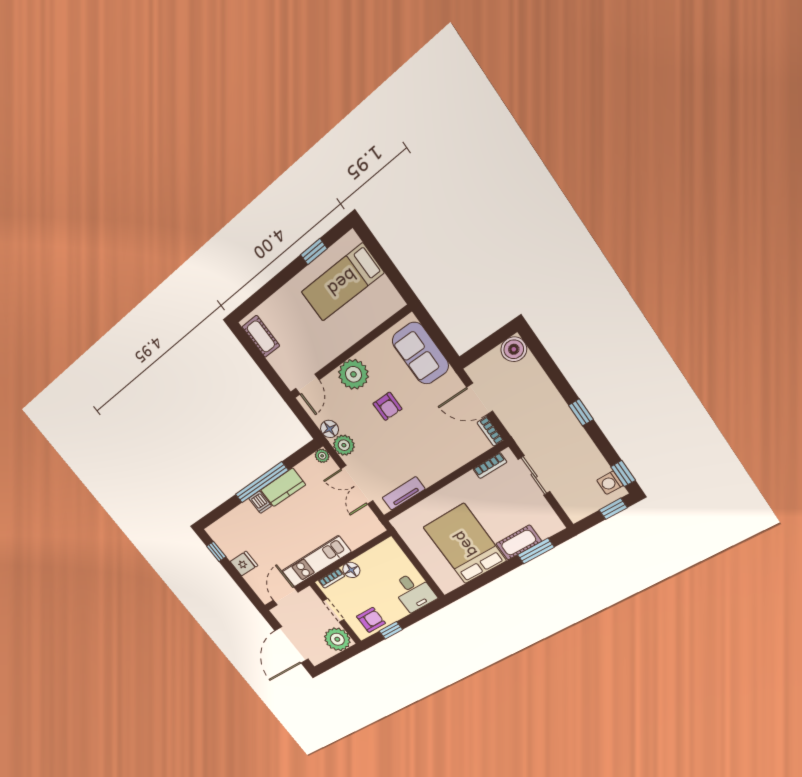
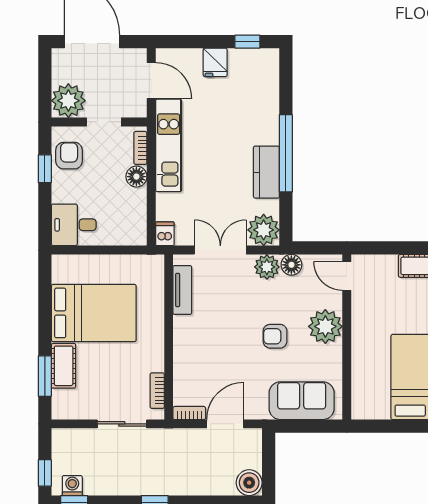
plant: (322, 456) -> (264, 230), width x1.88, depth x1.88
dishwasher: (260, 502) -> (165, 234), moved, turned 90
armchair: (371, 620) -> (69, 156), turned 180

